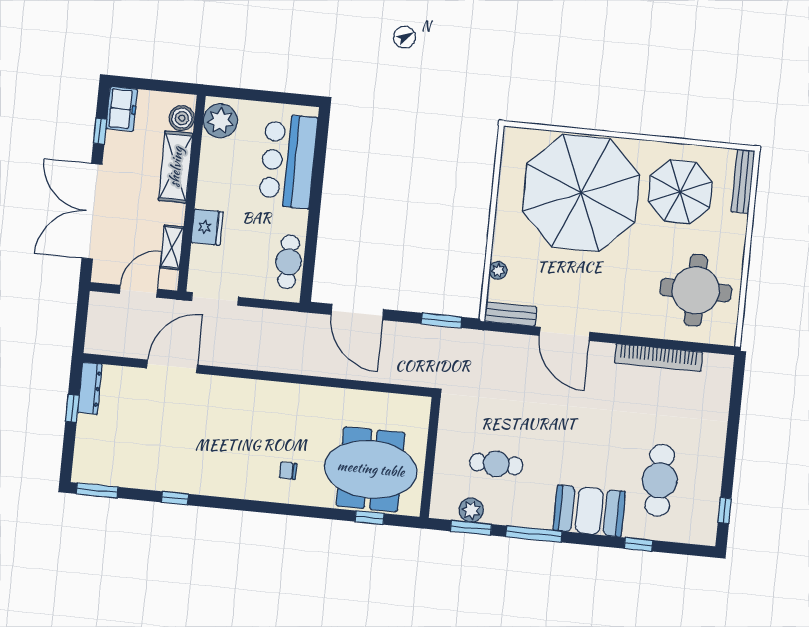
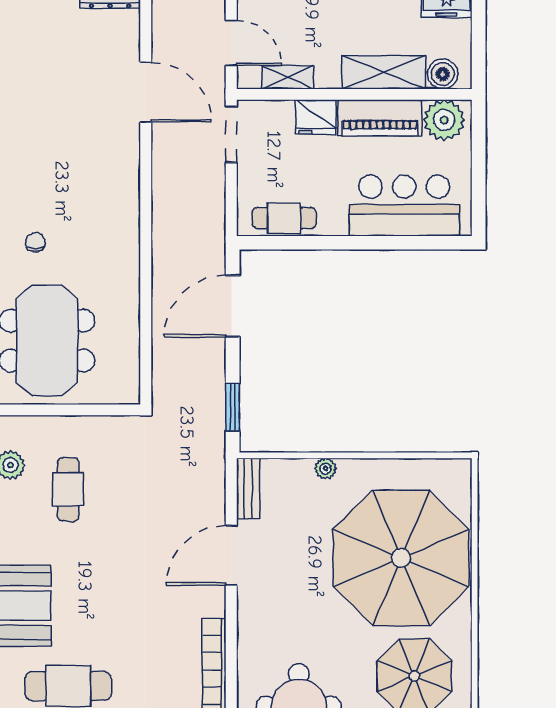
piano: (213, 174) -> (380, 118), added
plant: (498, 270) -> (326, 469), moved

